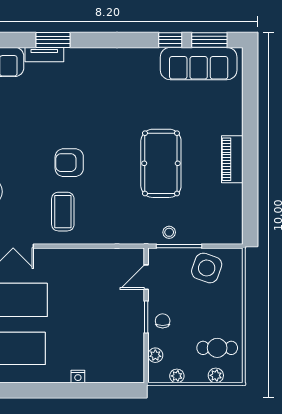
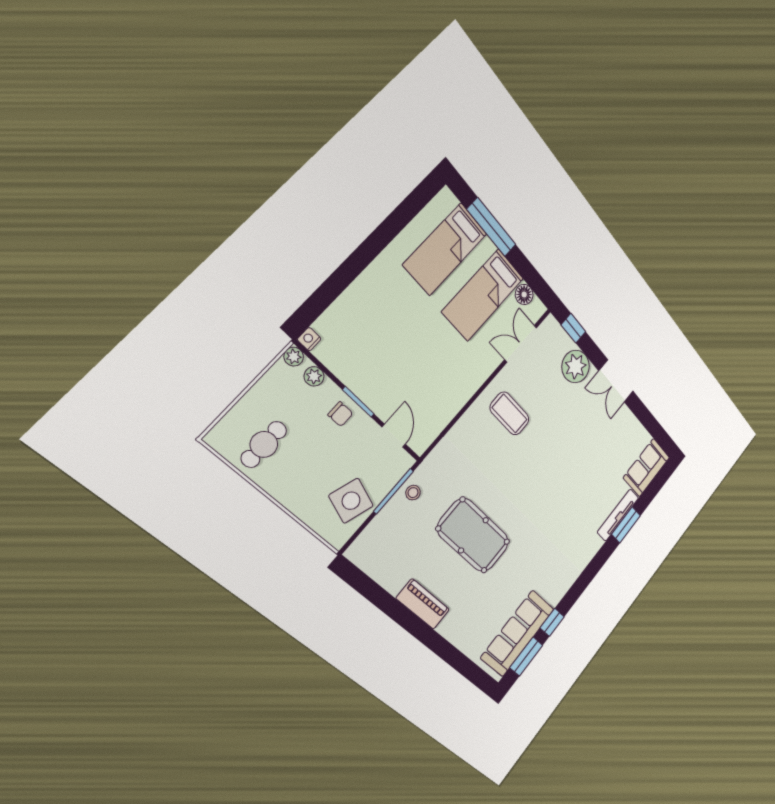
tv unit: (44, 55) -> (618, 515), width x1.41
armchair: (69, 163) -> (539, 456), removed
plant: (216, 375) -> (236, 418), removed
plant: (177, 376) -> (294, 357), moved
nightstand: (78, 377) -> (309, 339), moved

